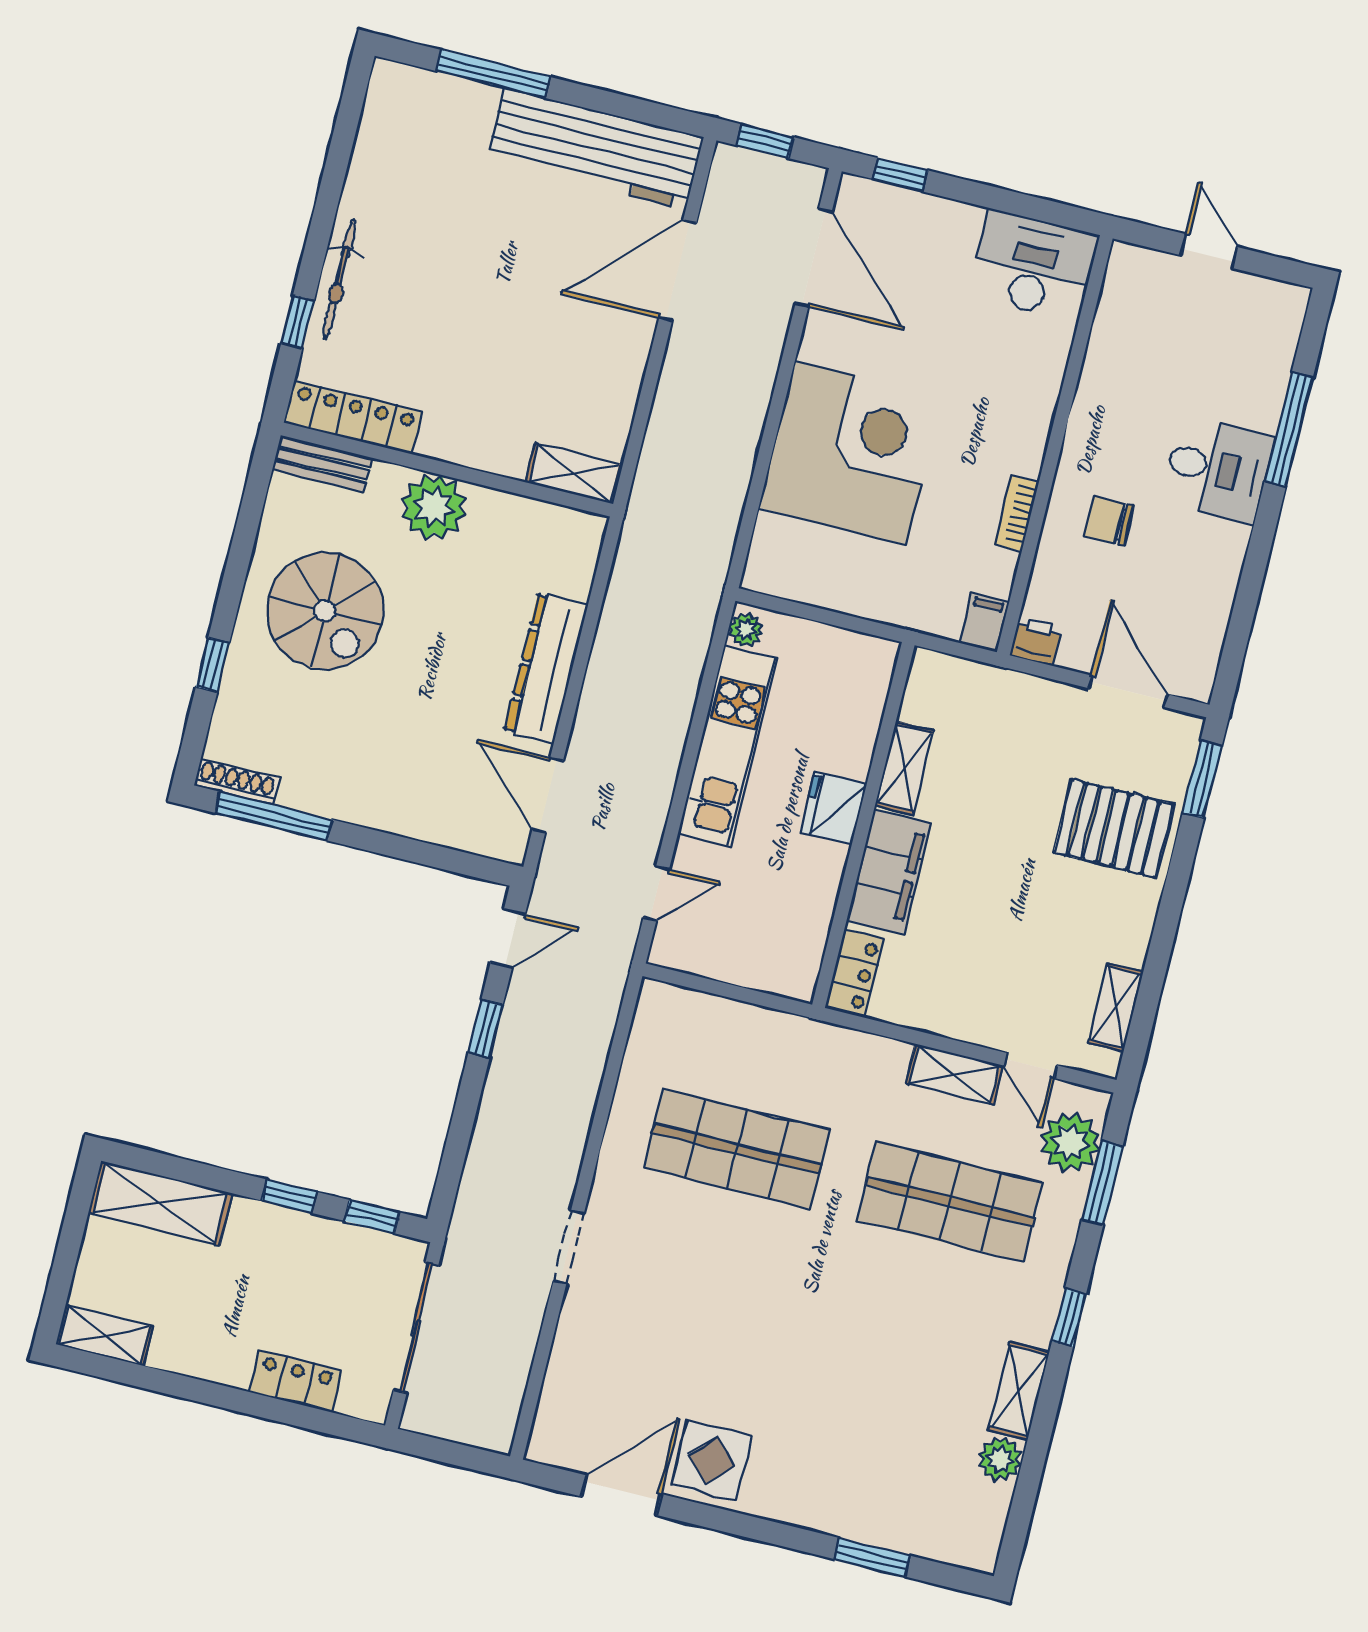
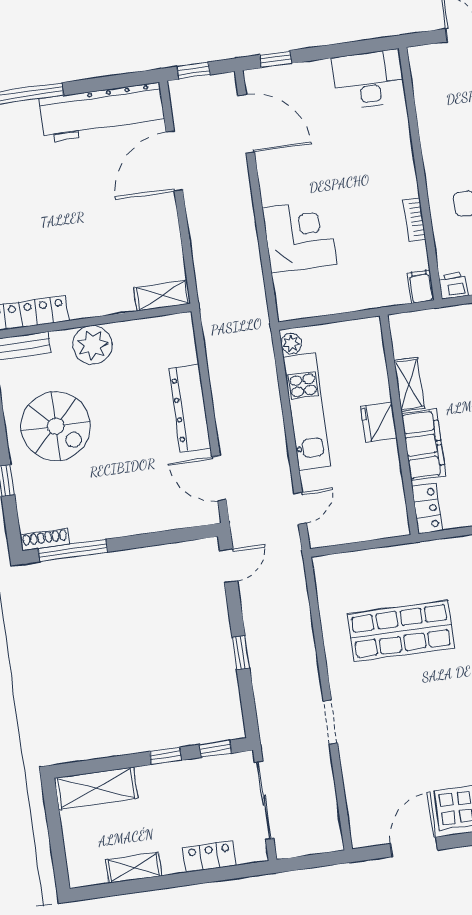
corner desk: (850, 452) -> (299, 236), width x0.74, depth x0.74
window: (486, 1029) -> (241, 653), moved
shelving: (104, 1335) -> (134, 868), moved

